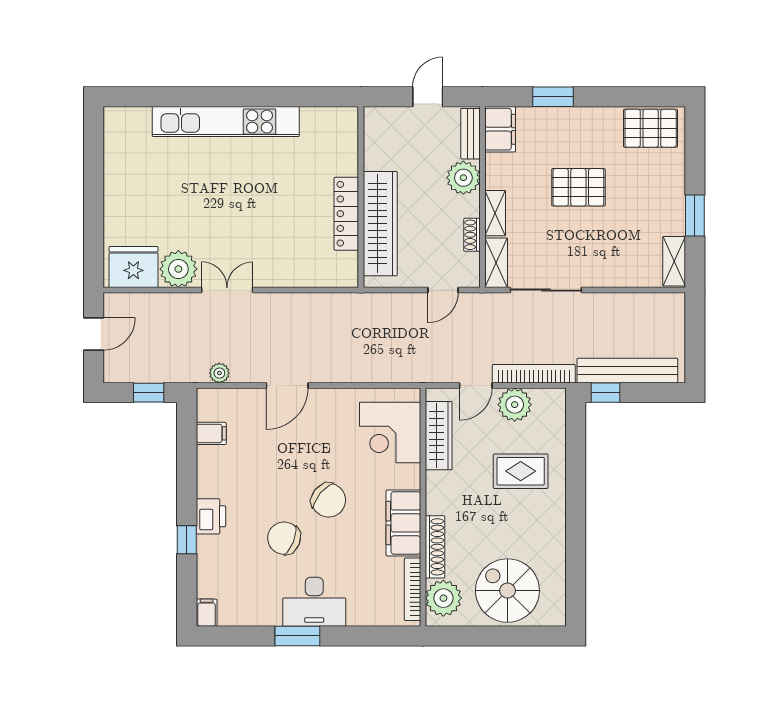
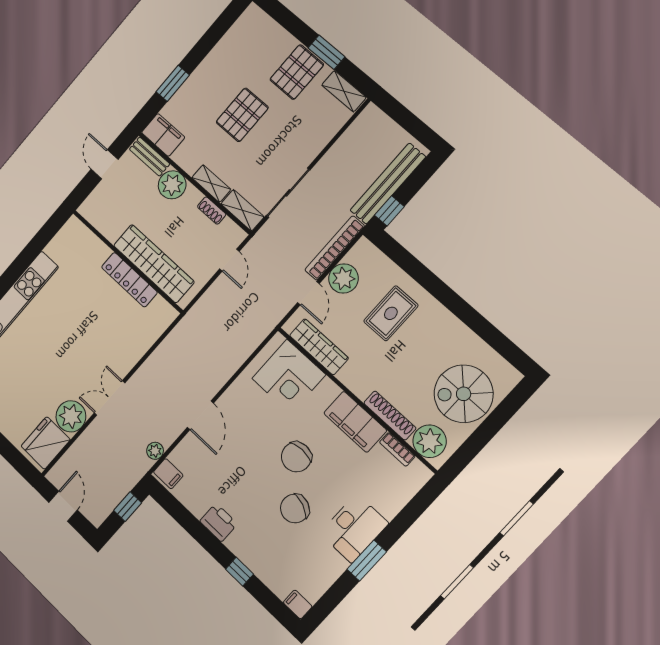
pallet: (651, 128) -> (297, 72), moved
filing cabinet: (211, 433) -> (168, 474), moved, turned 90
chair: (328, 500) -> (296, 457), turned 140
printer: (211, 516) -> (219, 522), moved
bookcase: (412, 589) -> (397, 449), width x0.64

